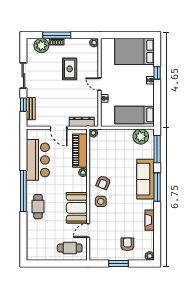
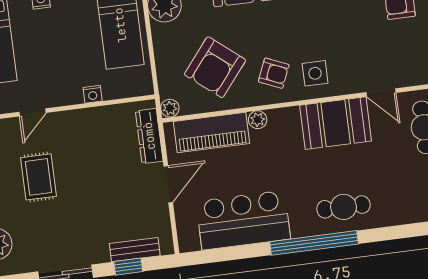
rug: (70, 69) -> (39, 177), turned 90
door: (99, 84) -> (33, 112), moved
armchair: (109, 156) -> (215, 67), added

